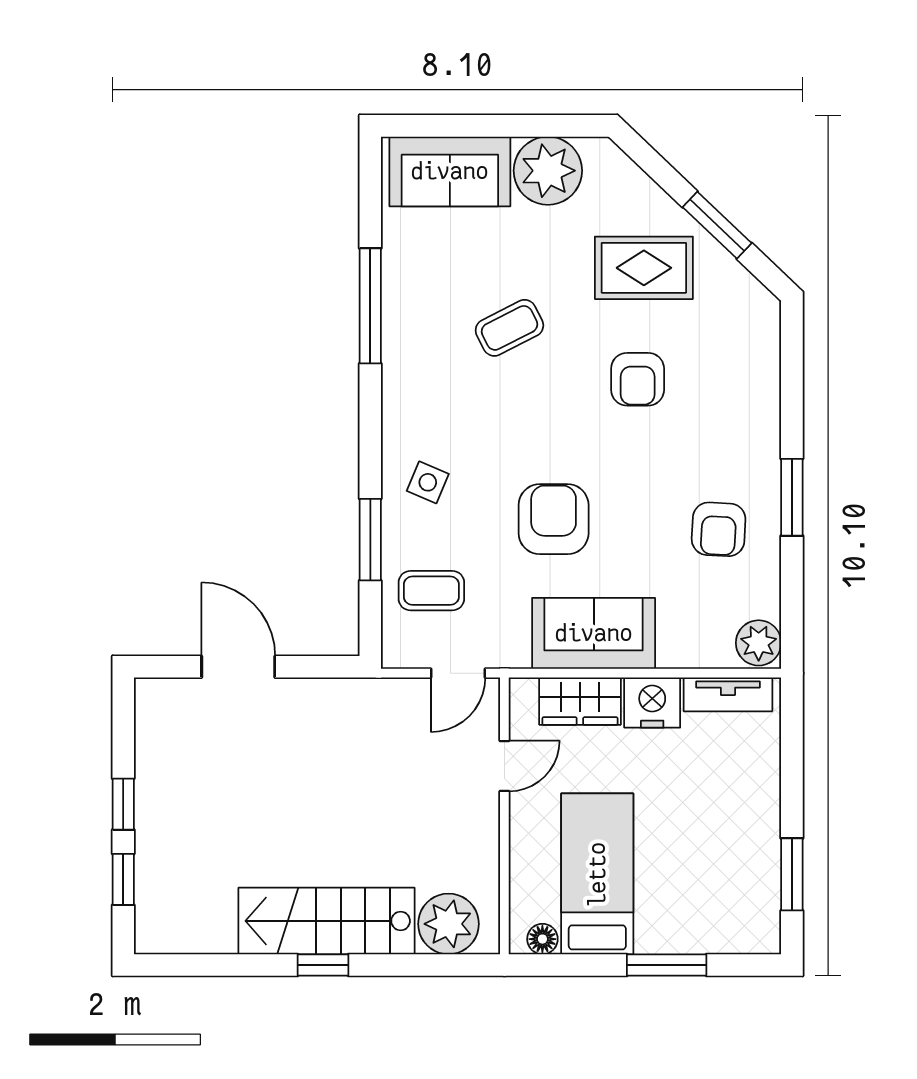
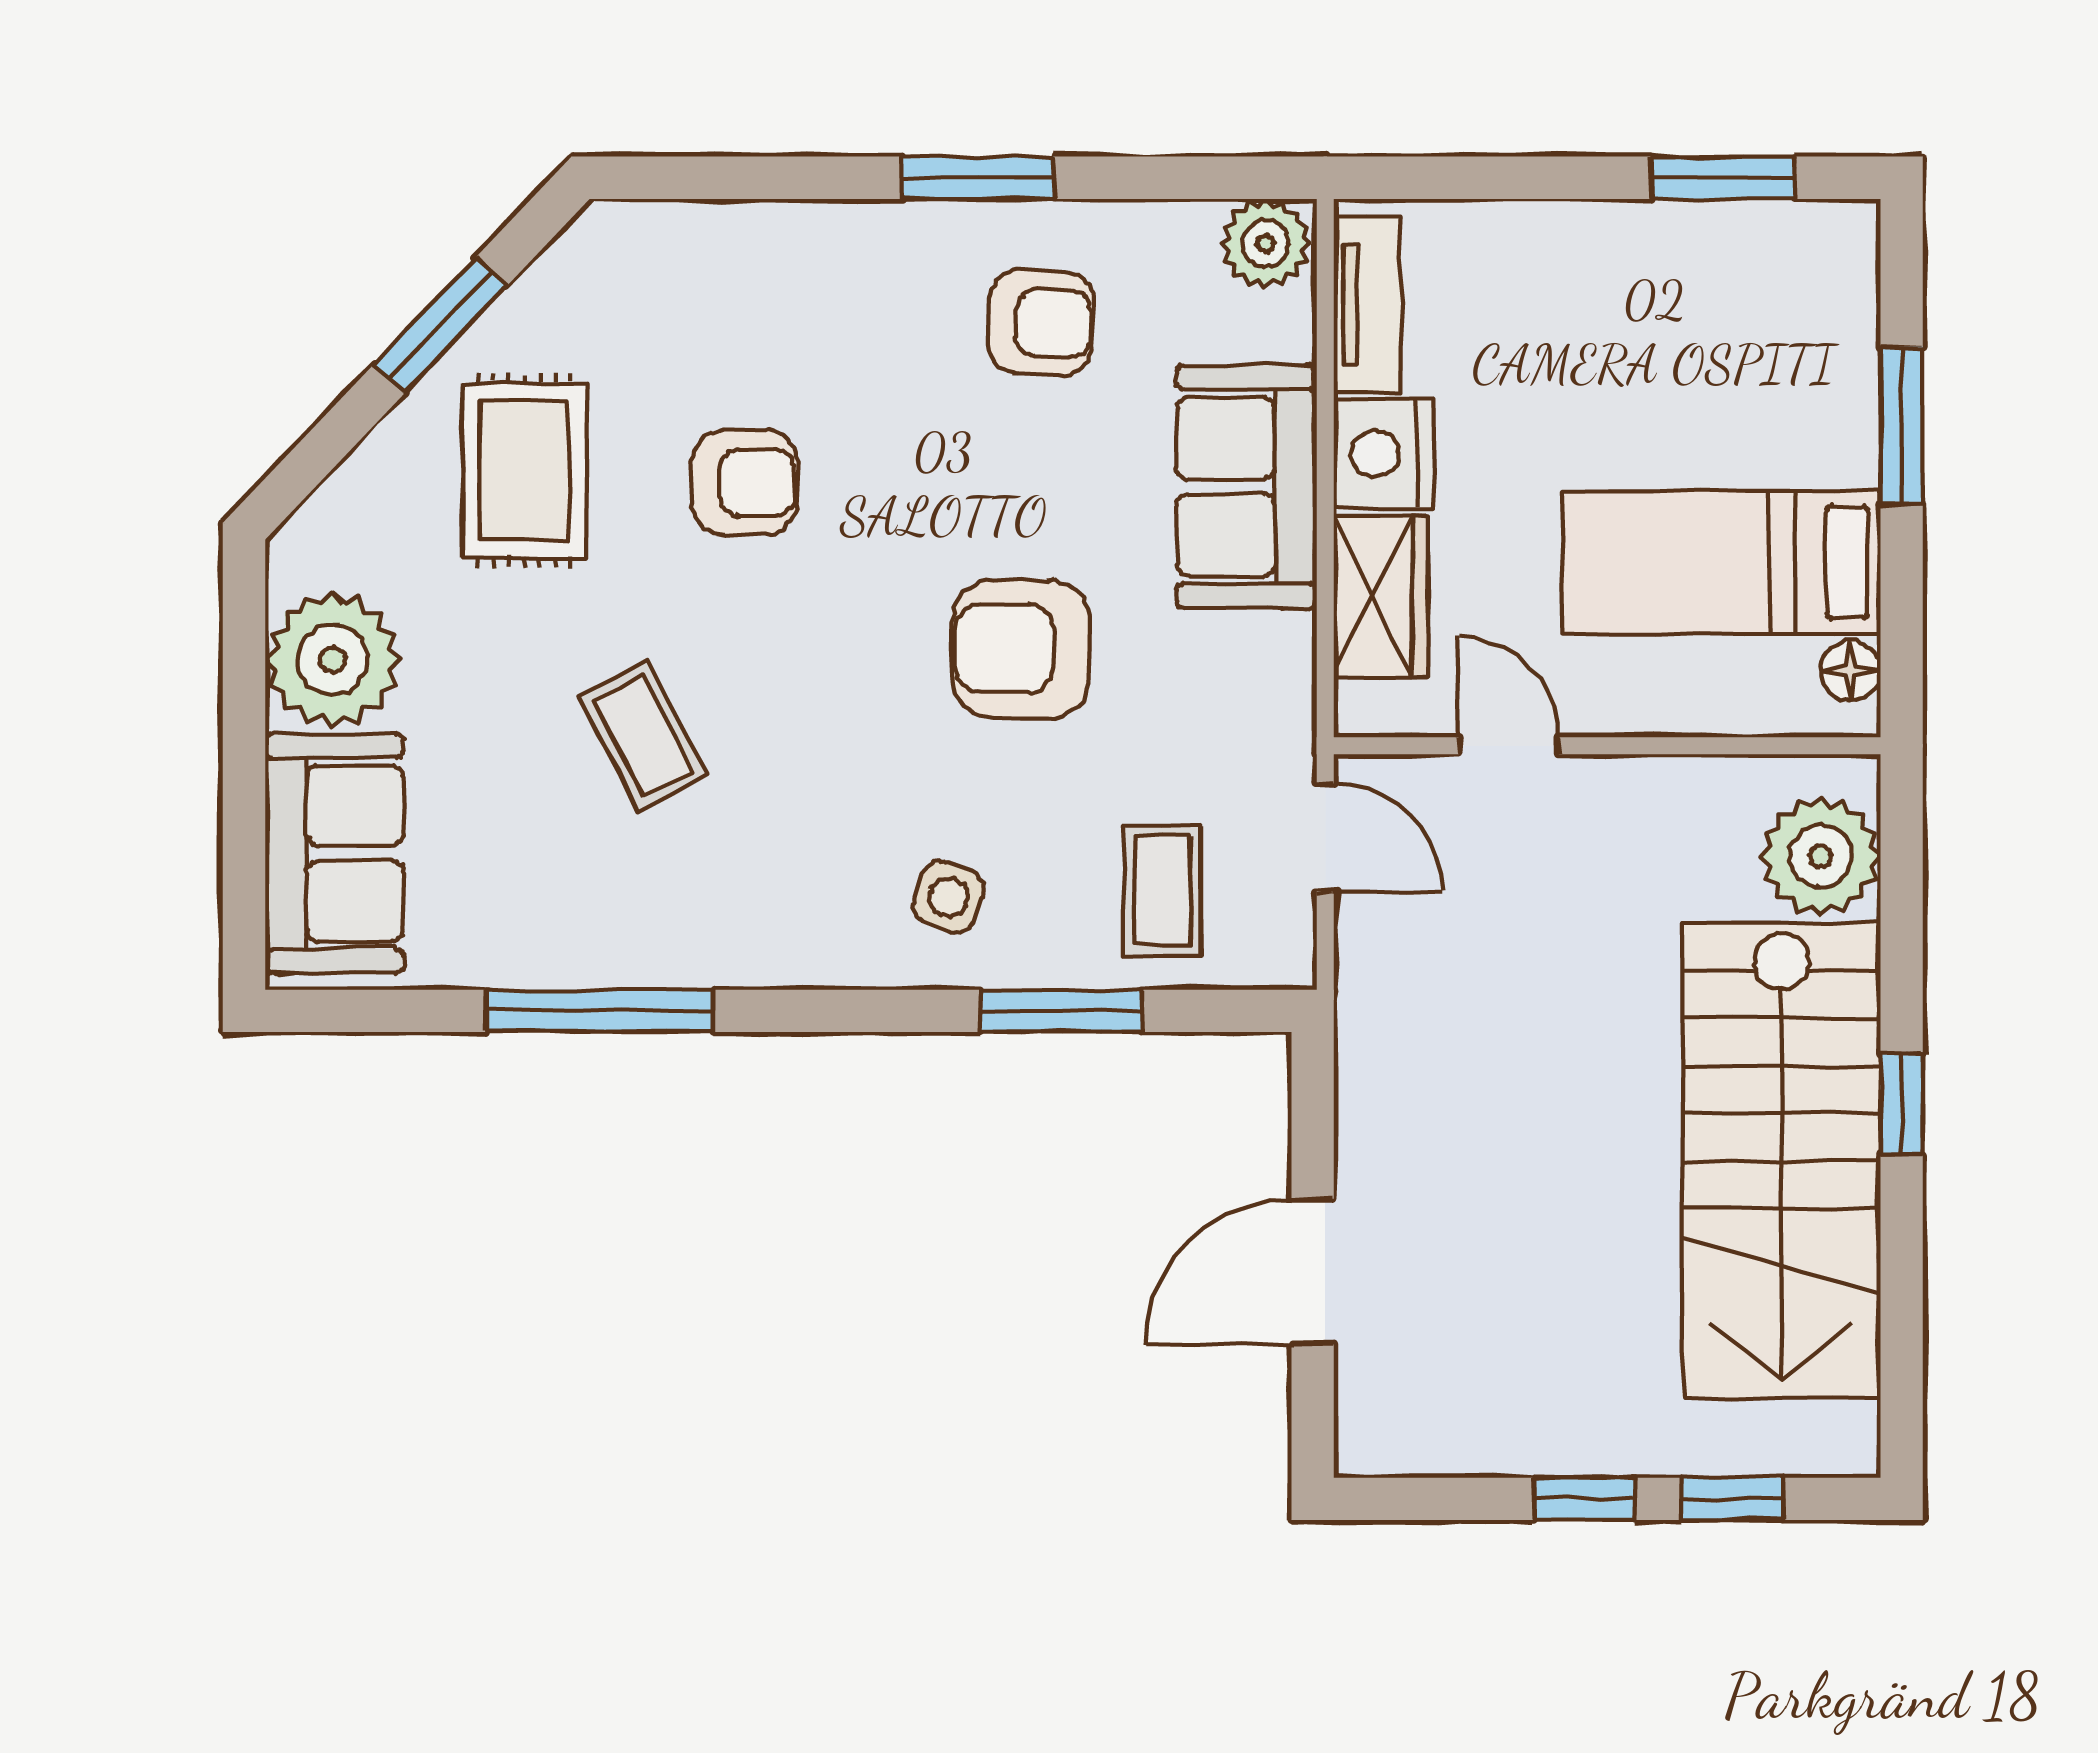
sofa: (594, 633) -> (1247, 487), moved
stairs: (326, 921) -> (1782, 1161), width x1.36, depth x1.51

